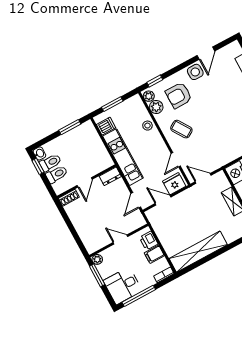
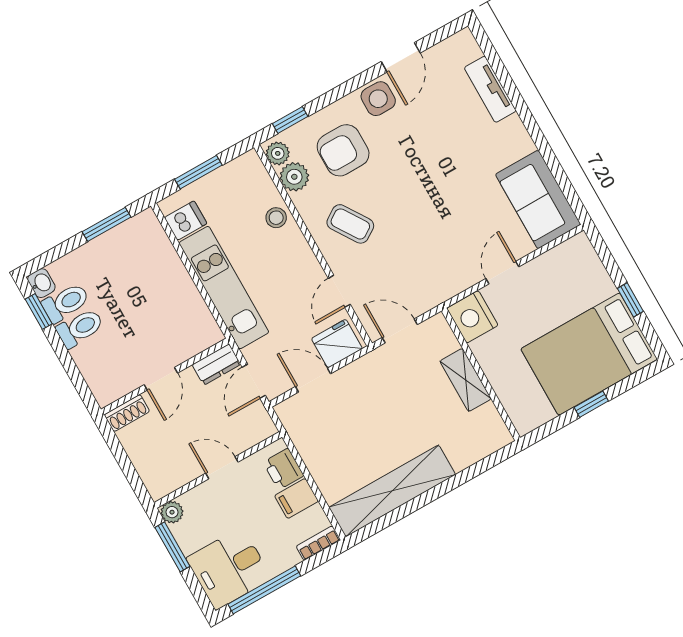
dresser: (110, 176) -> (216, 364), moved
wall: (87, 181) -> (165, 376), moved
door: (85, 182) -> (161, 379), moved
shoe rack: (69, 198) -> (127, 413), moved

